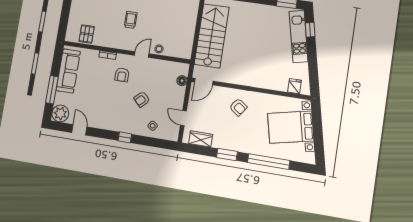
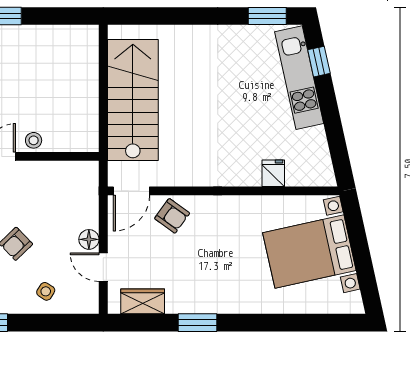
floor lamp: (182, 81) -> (89, 239), moved
fridge: (295, 86) -> (273, 173), moved
armchair: (238, 107) -> (172, 216), moved
window: (269, 162) -> (278, 323), removed

